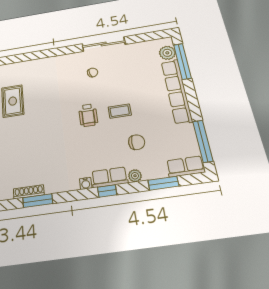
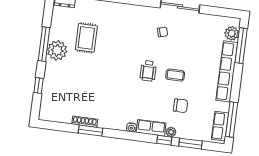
row of seats: (185, 166) -> (220, 126), moved, turned -90
window: (107, 191) -> (164, 140), moved

